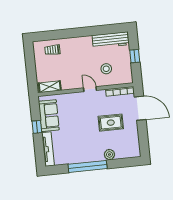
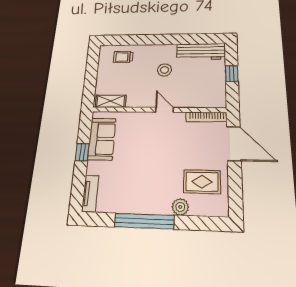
stool: (106, 69) -> (164, 70), moved
rug: (111, 123) -> (202, 182), moved
tv unit: (48, 149) -> (90, 194), width x0.71

